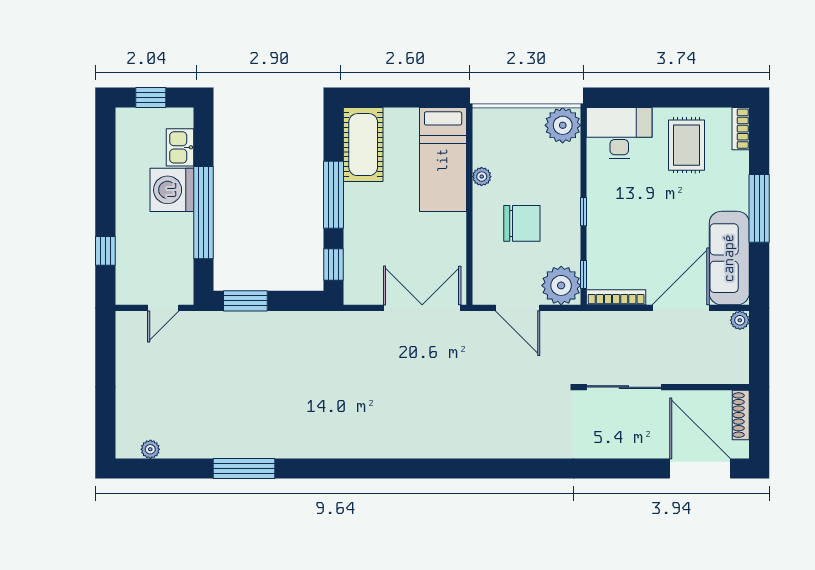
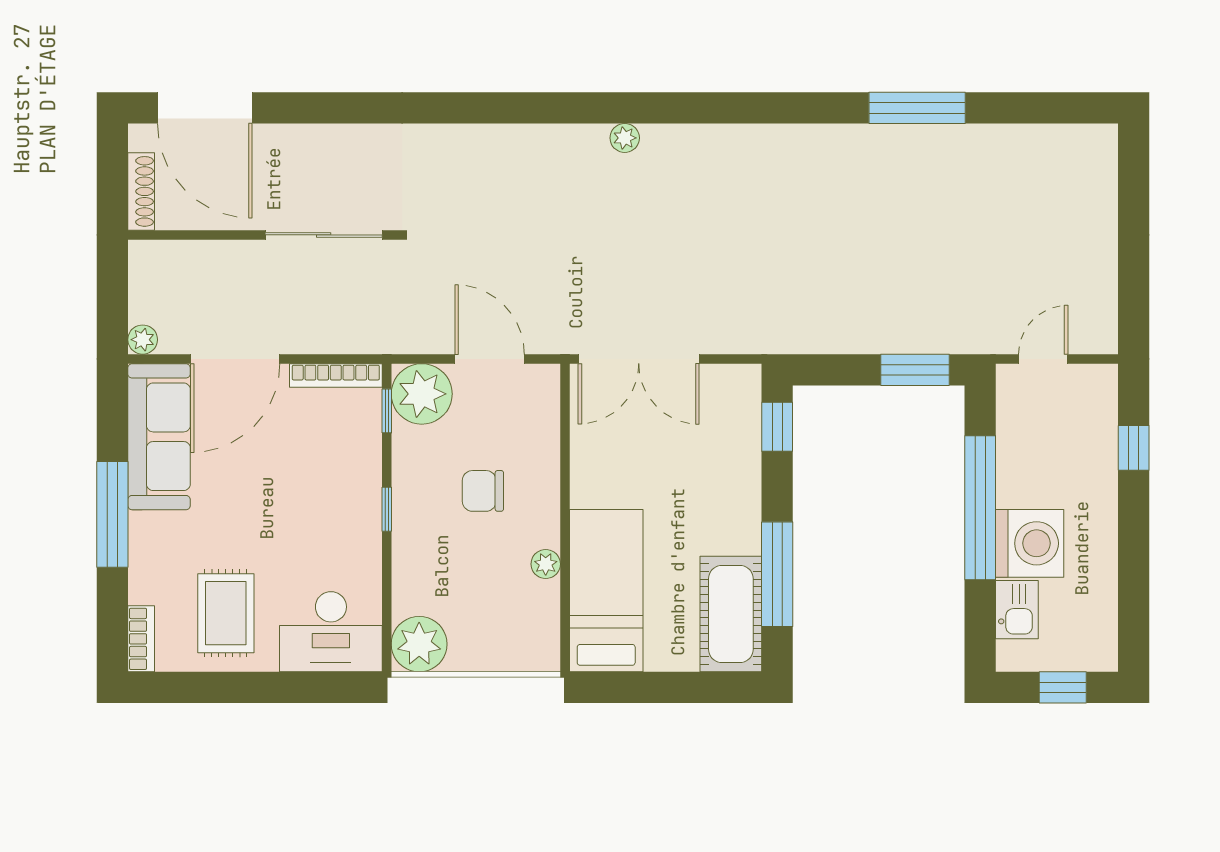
window: (334, 195) -> (777, 574), moved
chair: (522, 223) -> (483, 491), width x0.73, depth x0.73
plant: (150, 449) -> (625, 138), moved

